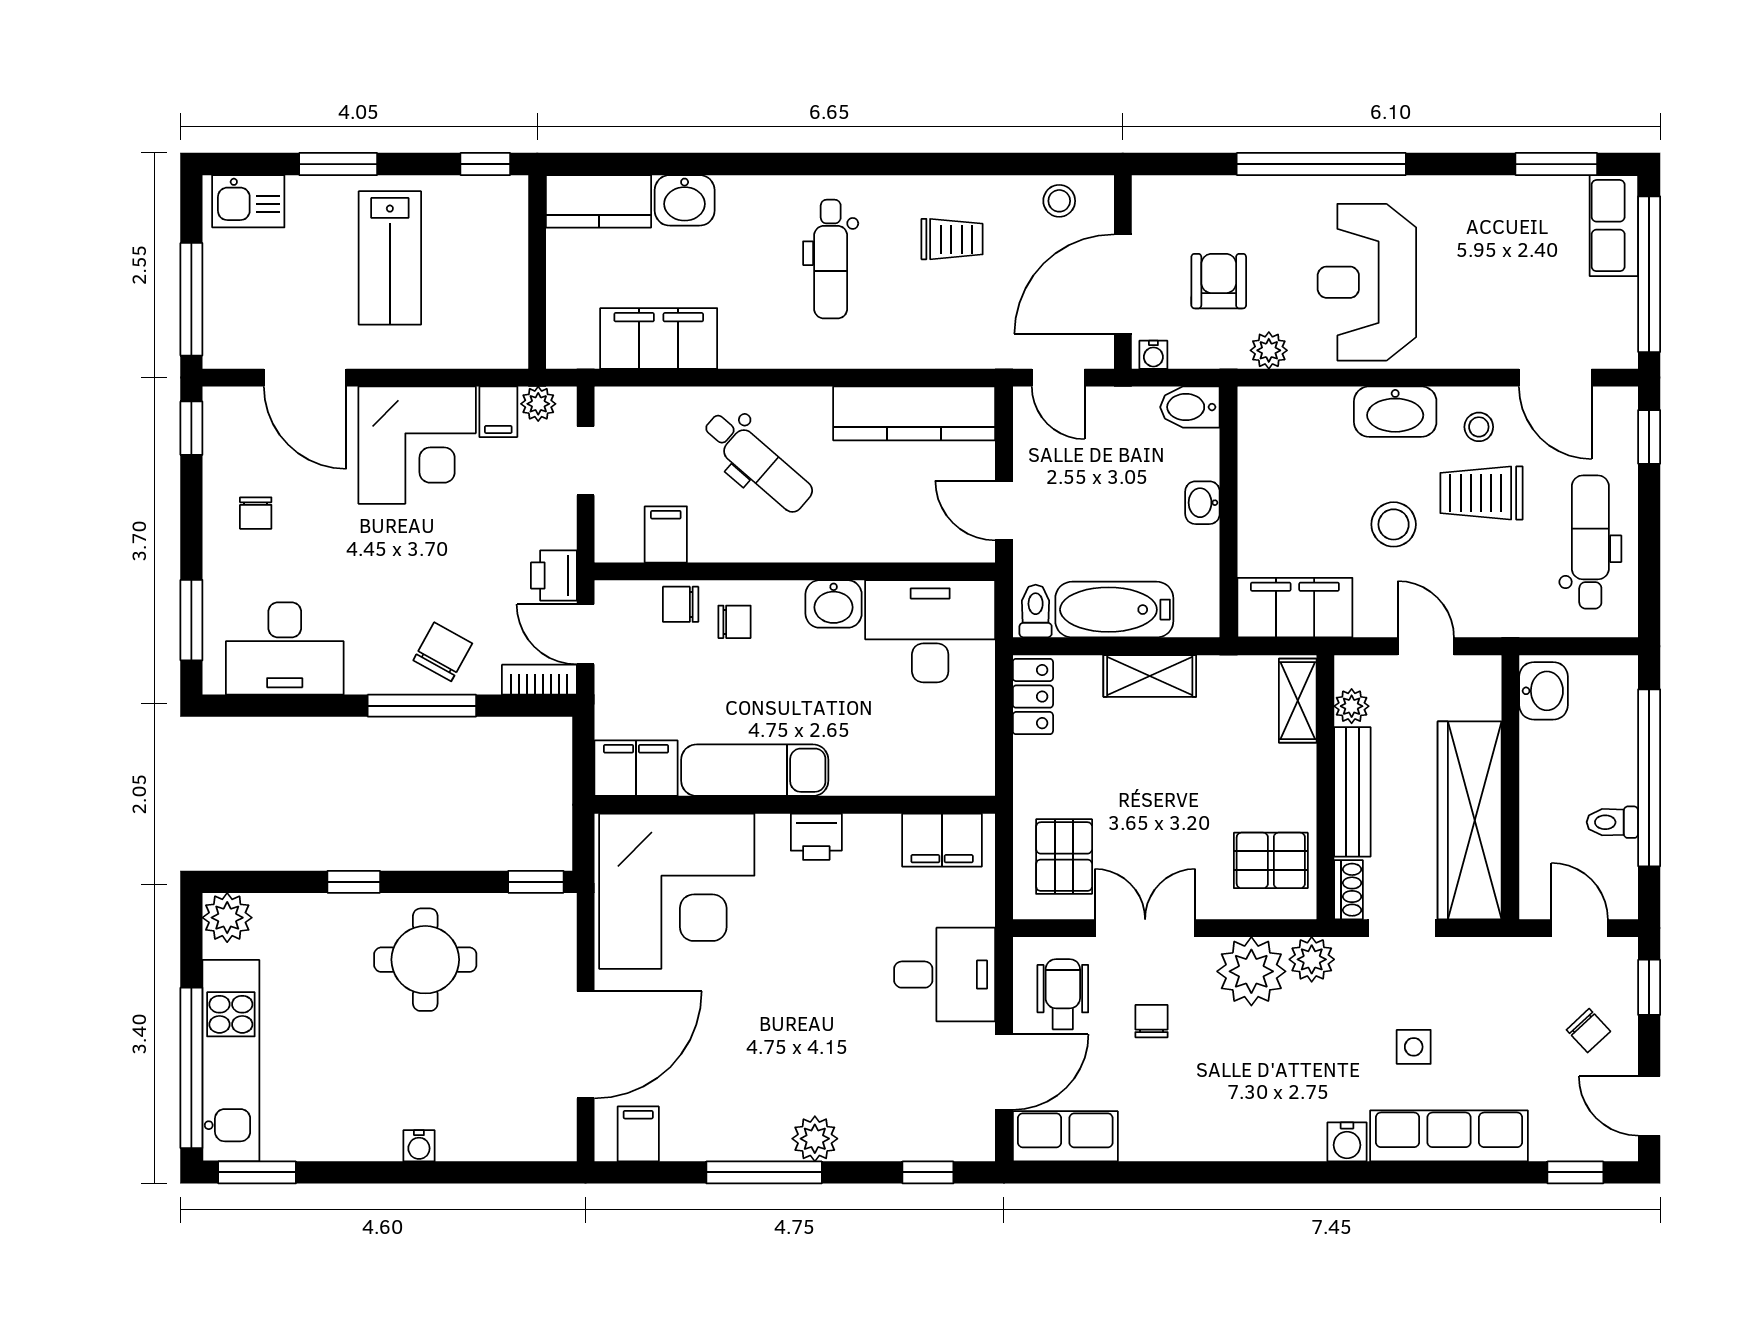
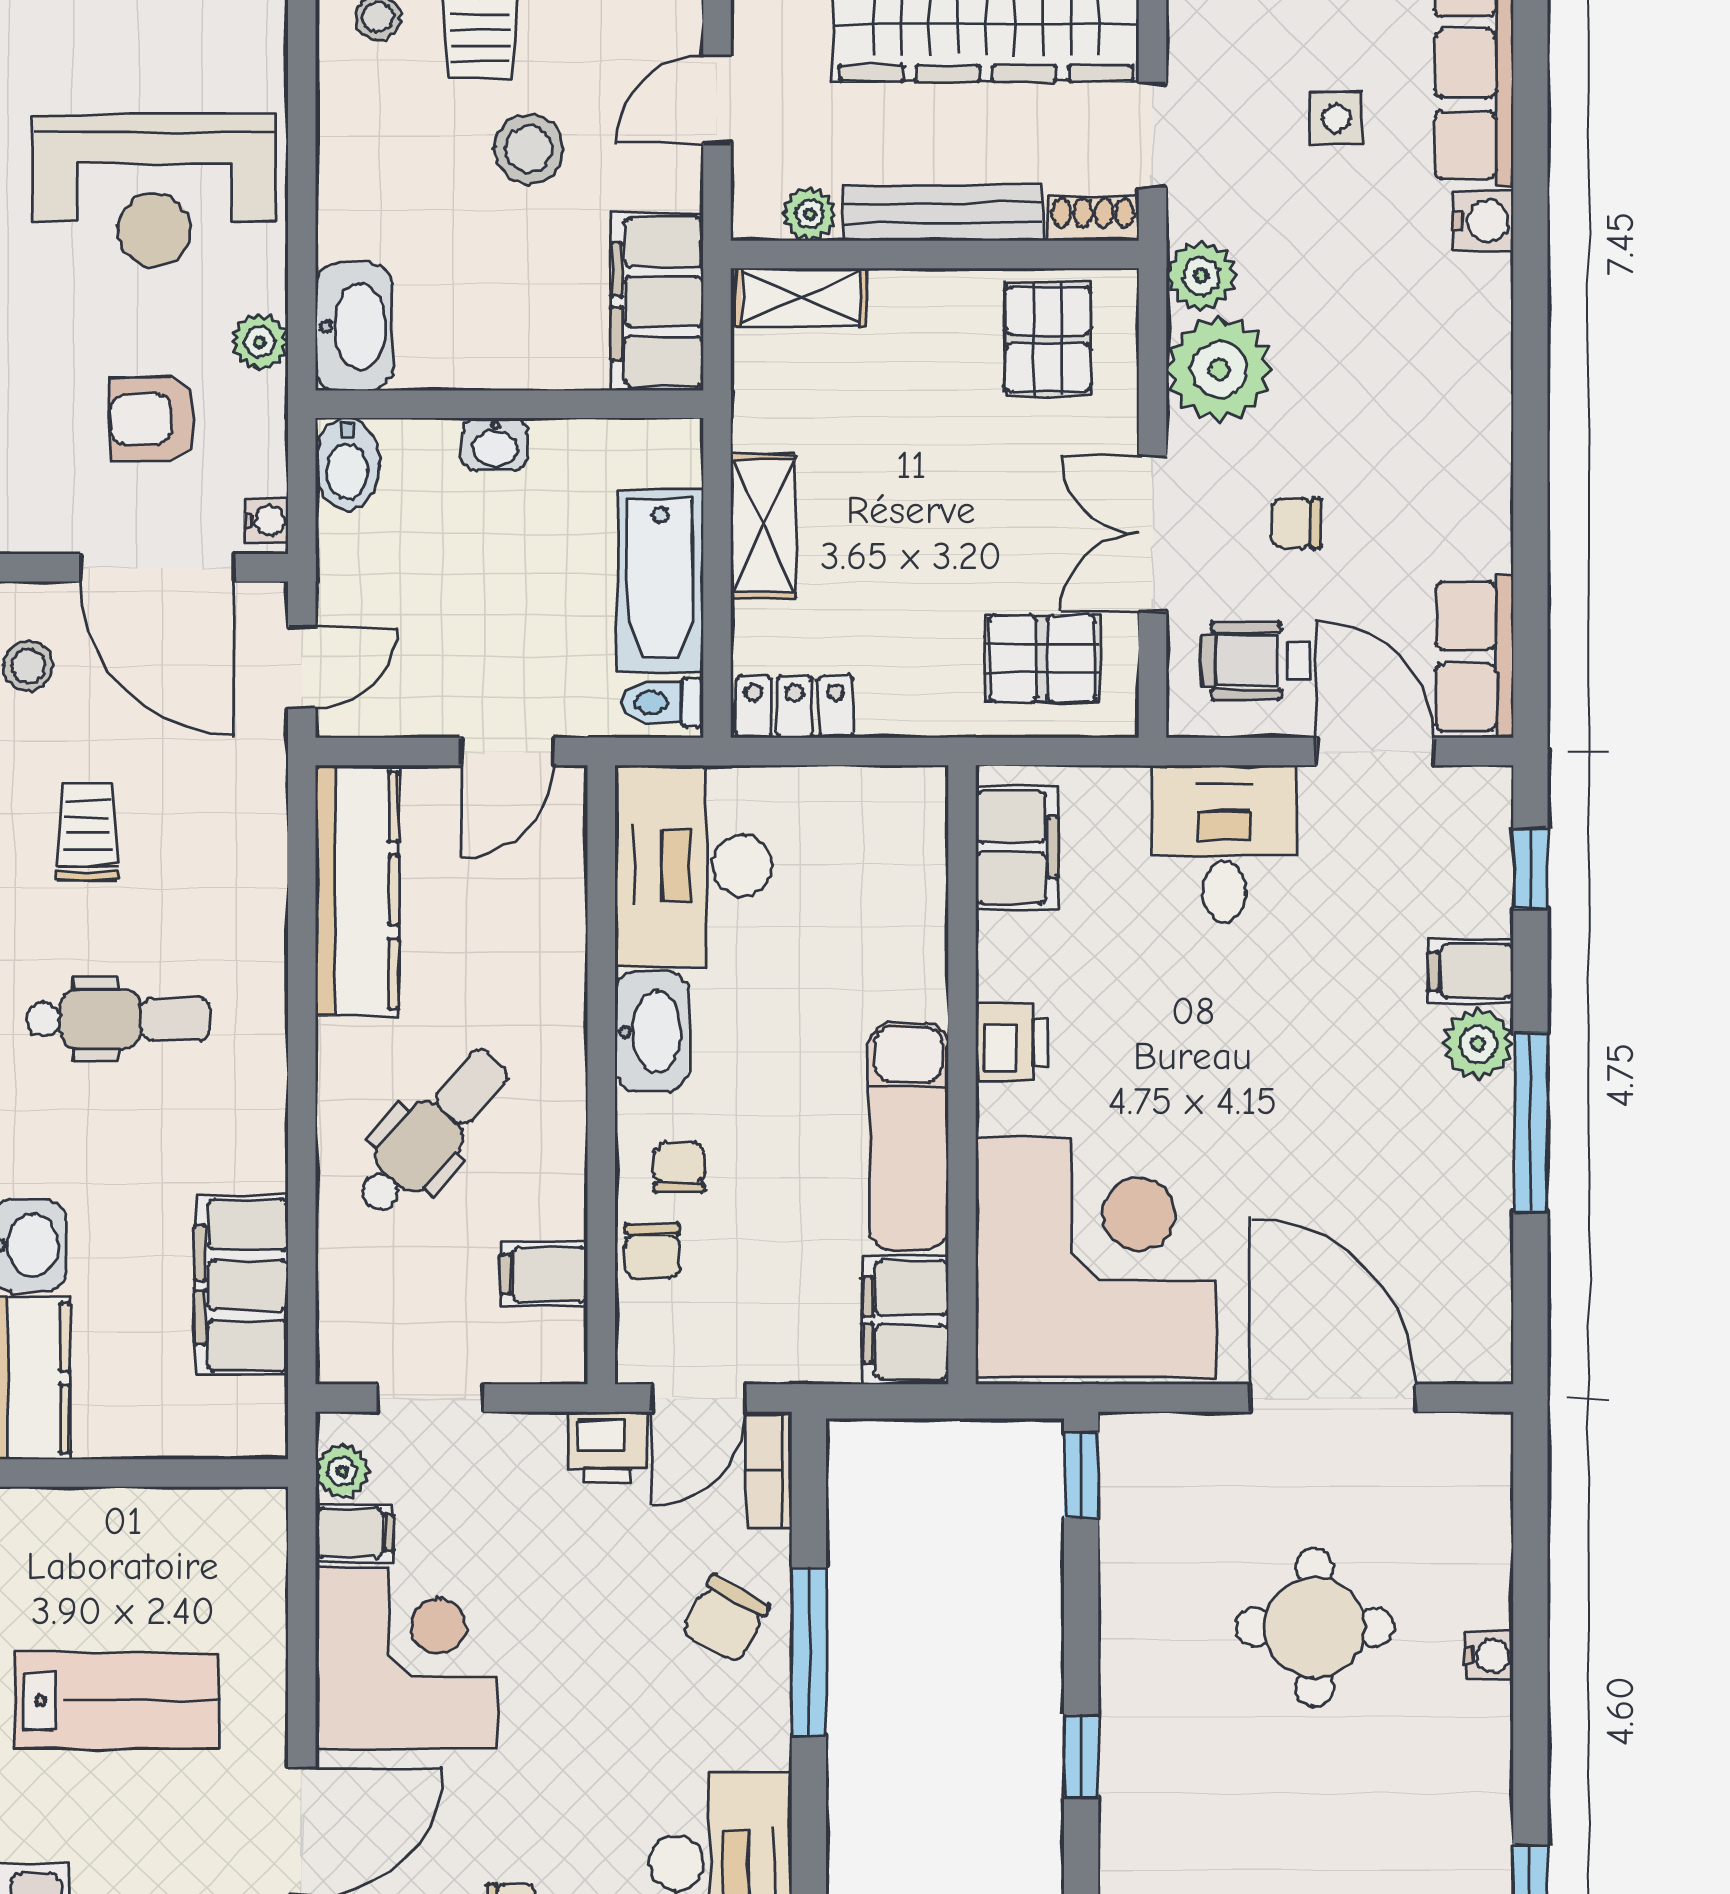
washbasin: (1395, 412) -> (354, 327), moved
washbasin: (834, 604) -> (652, 1032), width x1.38
chair: (443, 652) -> (726, 1619), turned -90
round table: (425, 960) -> (1315, 1627), moved
filing cabinet: (638, 1134) -> (1471, 971), moved

